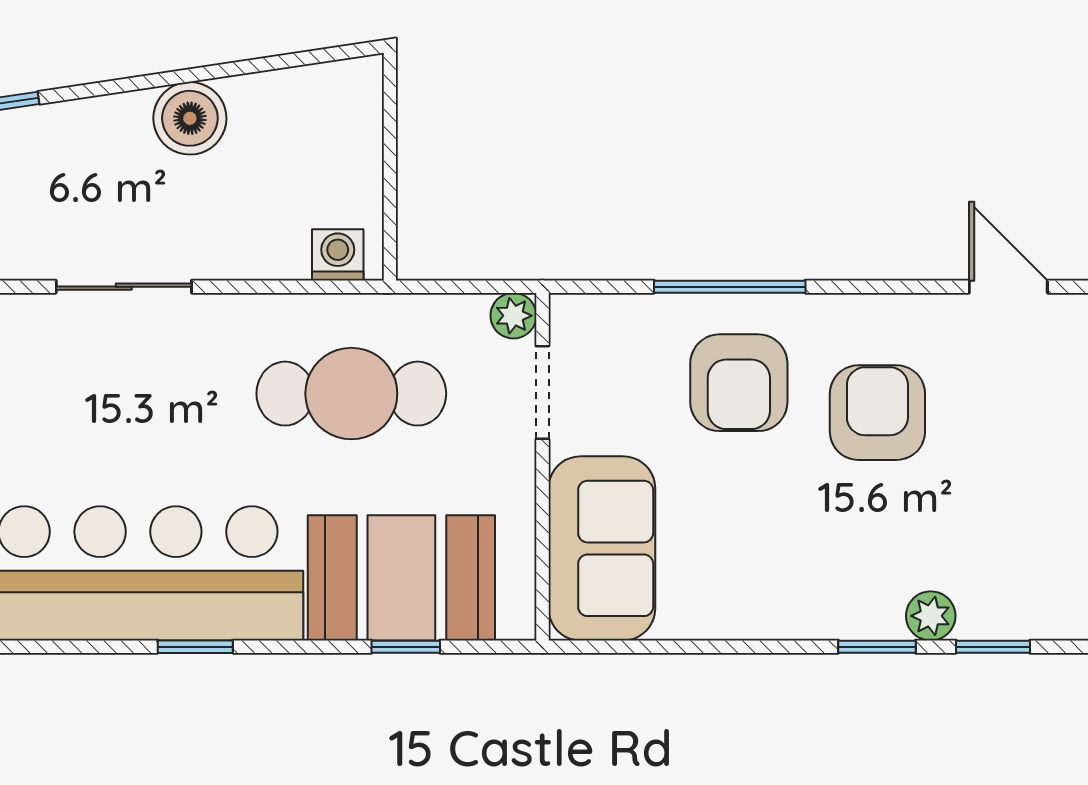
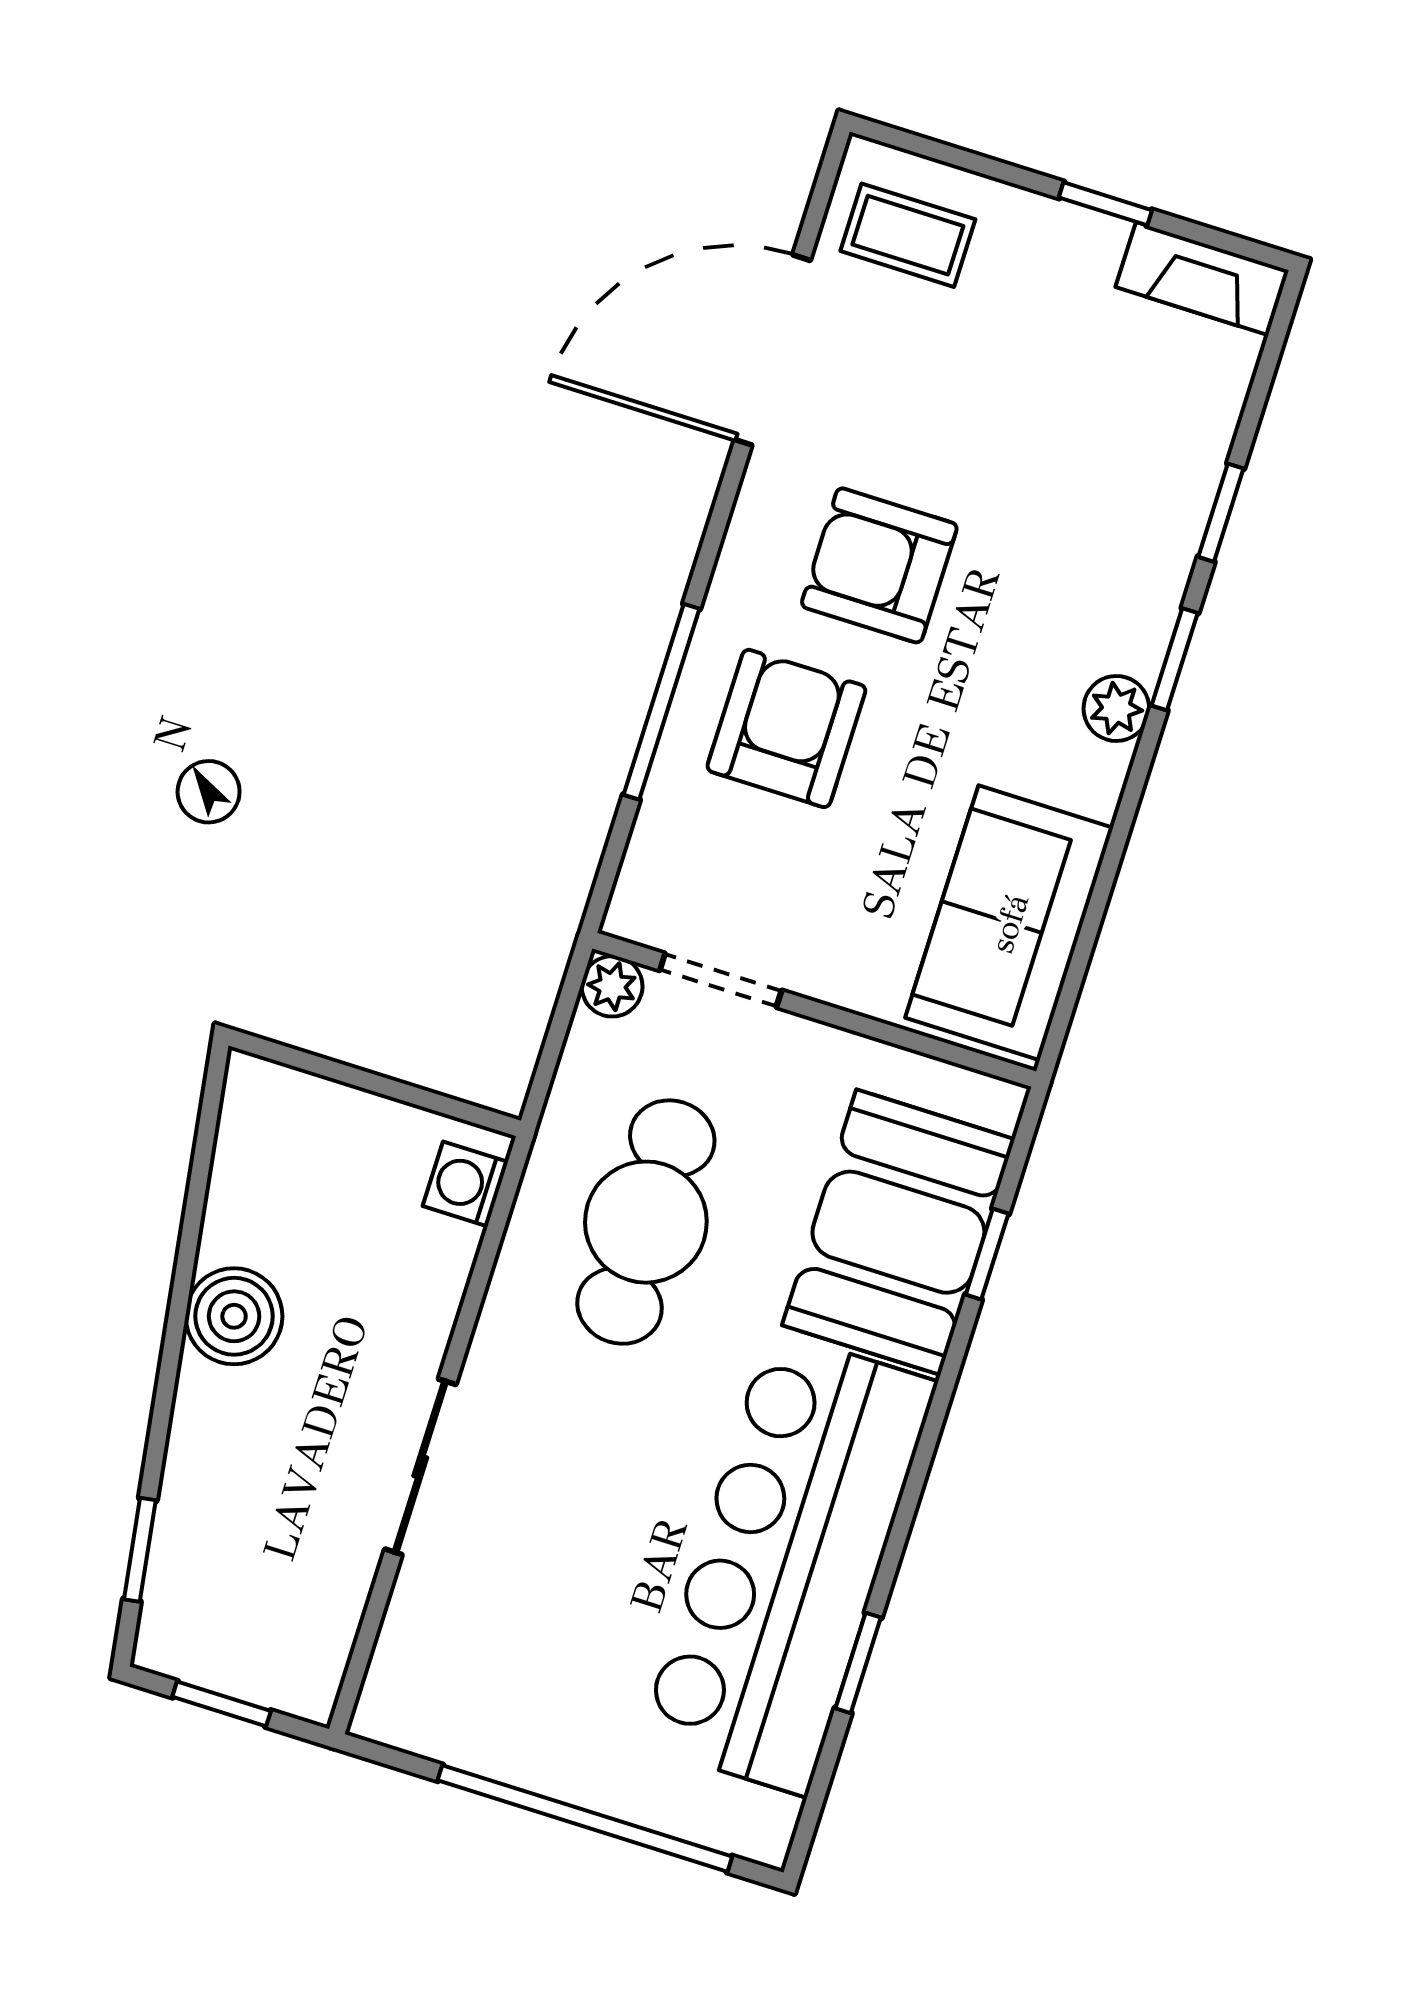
door: (1008, 287) -> (772, 350), width x1.88
armchair: (739, 383) -> (786, 728), turned -90
sofa: (602, 548) -> (1009, 923), moved, turned -90
plant: (931, 616) -> (1116, 708), moved
window: (195, 647) -> (858, 1663), moved

